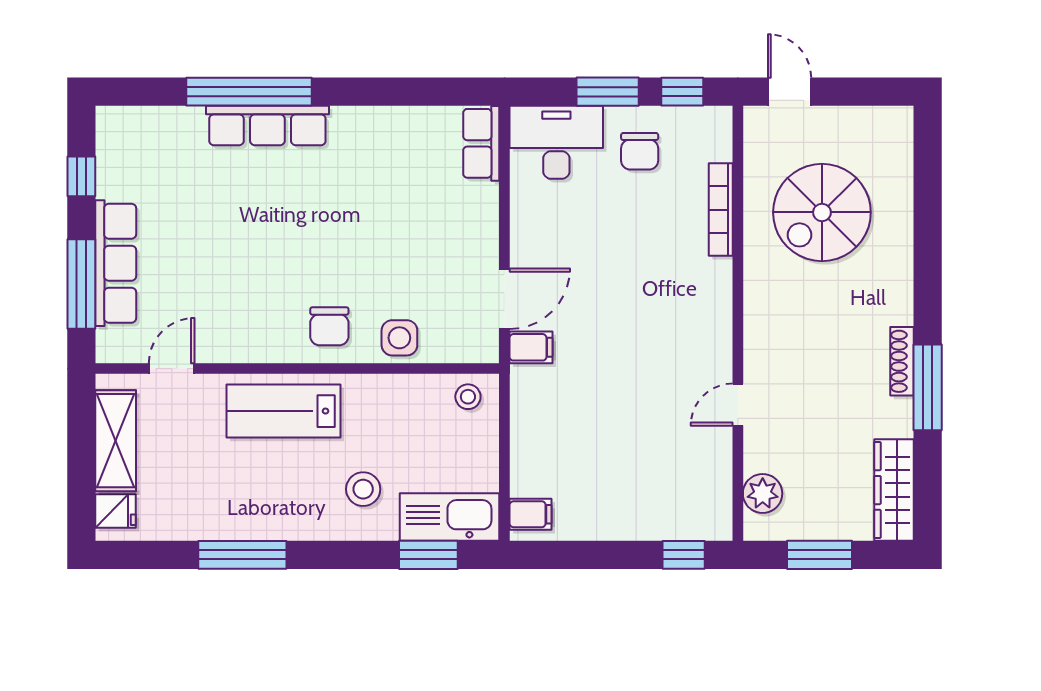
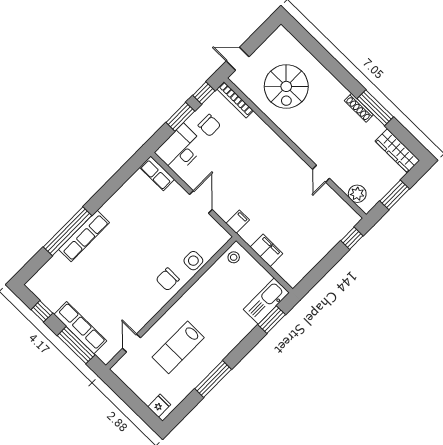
bookcase: (721, 210) -> (235, 100), moved
door: (504, 299) -> (201, 202), moved
chair: (329, 326) -> (168, 279), turned 90
lab bench: (283, 411) -> (178, 347), moved
shelving: (116, 441) -> (137, 384), removed
stool: (363, 489) -> (230, 320), removed
filing cabinet: (530, 514) -> (266, 250), moved, width x2.00

